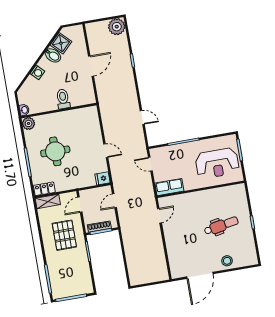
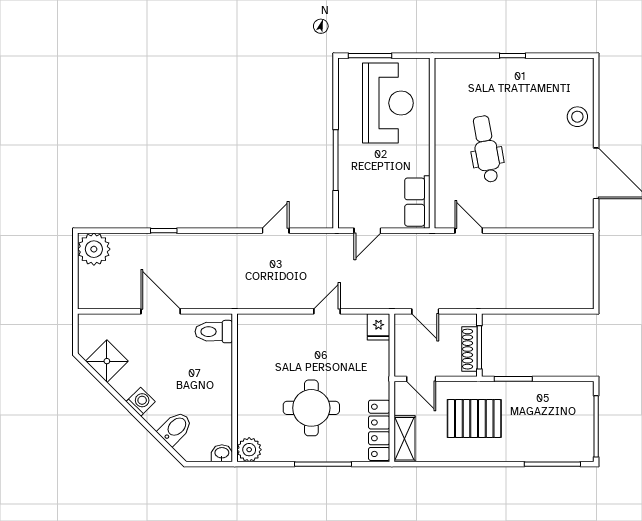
bidet: (53, 55) -> (175, 428), moved
washing machine: (37, 72) -> (141, 402), moved
toilet: (63, 99) -> (214, 332), moved
locker: (44, 189) -> (379, 430), width x1.53
dental chair: (221, 226) -> (486, 149), moved

